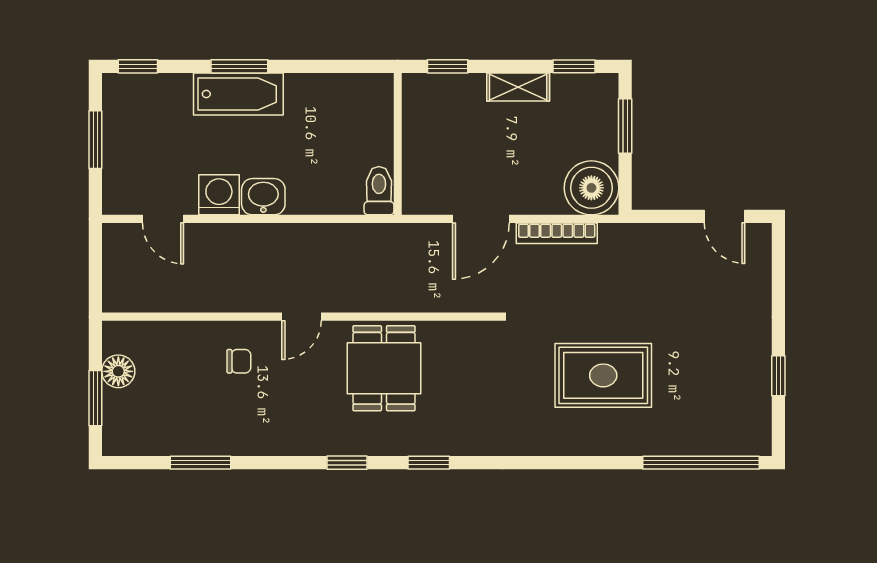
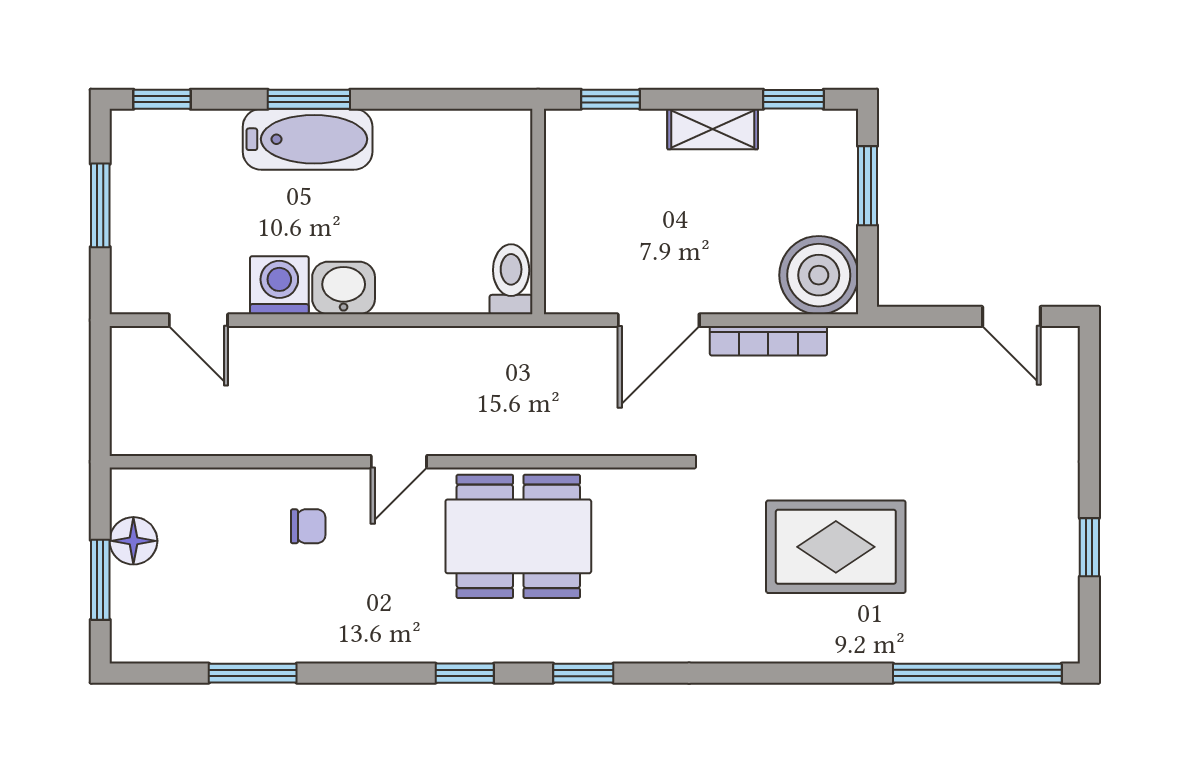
dining table: (384, 368) -> (518, 536), width x1.38

